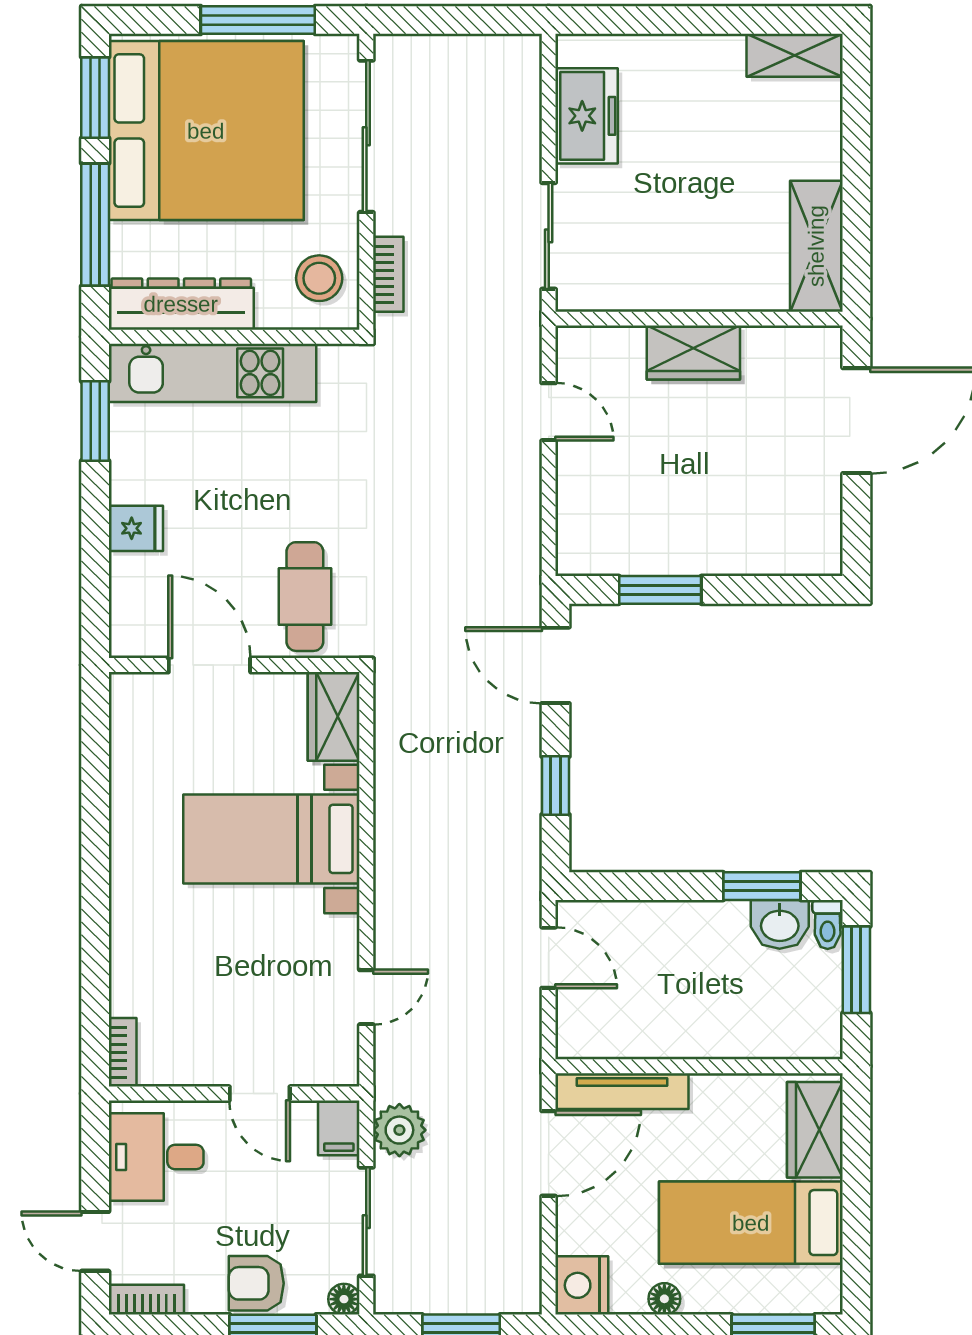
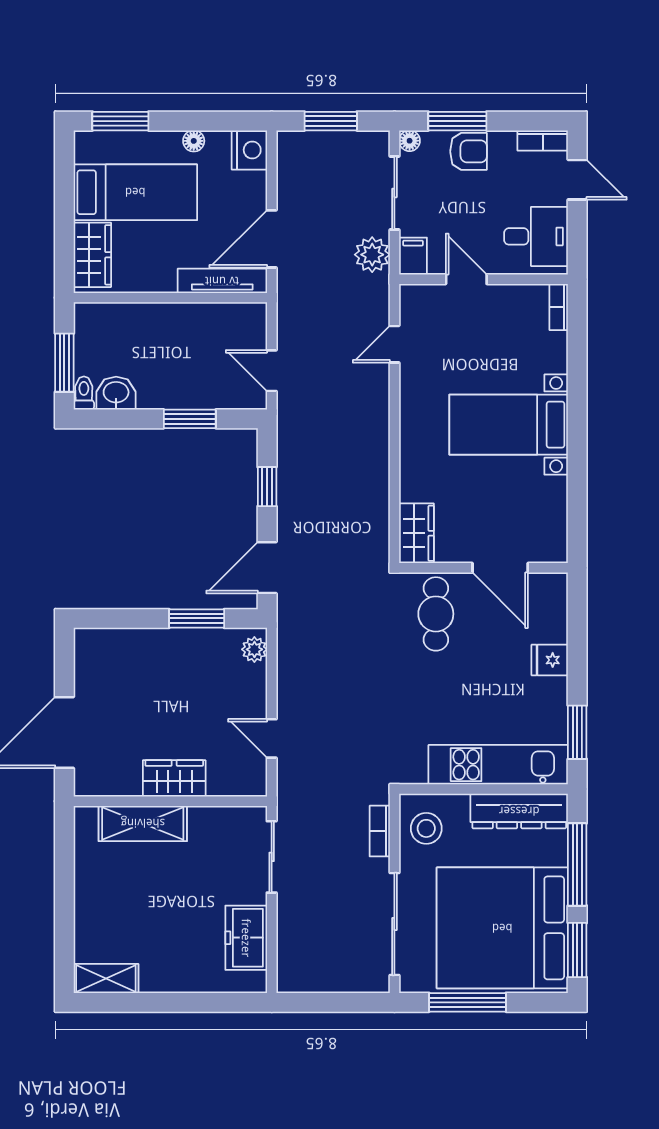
shelving: (816, 246) -> (143, 823), moved, turned 90
plant: (574, 544) -> (254, 649), added
door: (555, 665) -> (267, 568), swing flipped
bed with nightstands: (271, 839) -> (509, 425), moved, turned 180
window: (762, 886) -> (190, 419), moved

